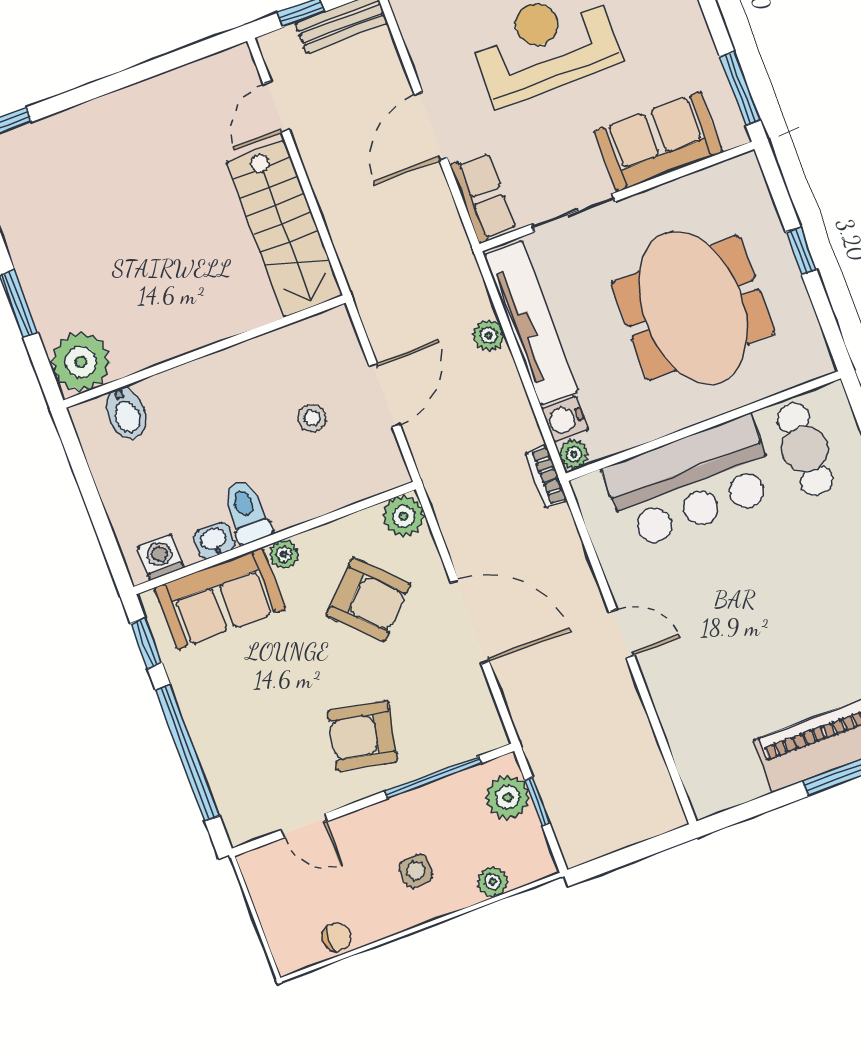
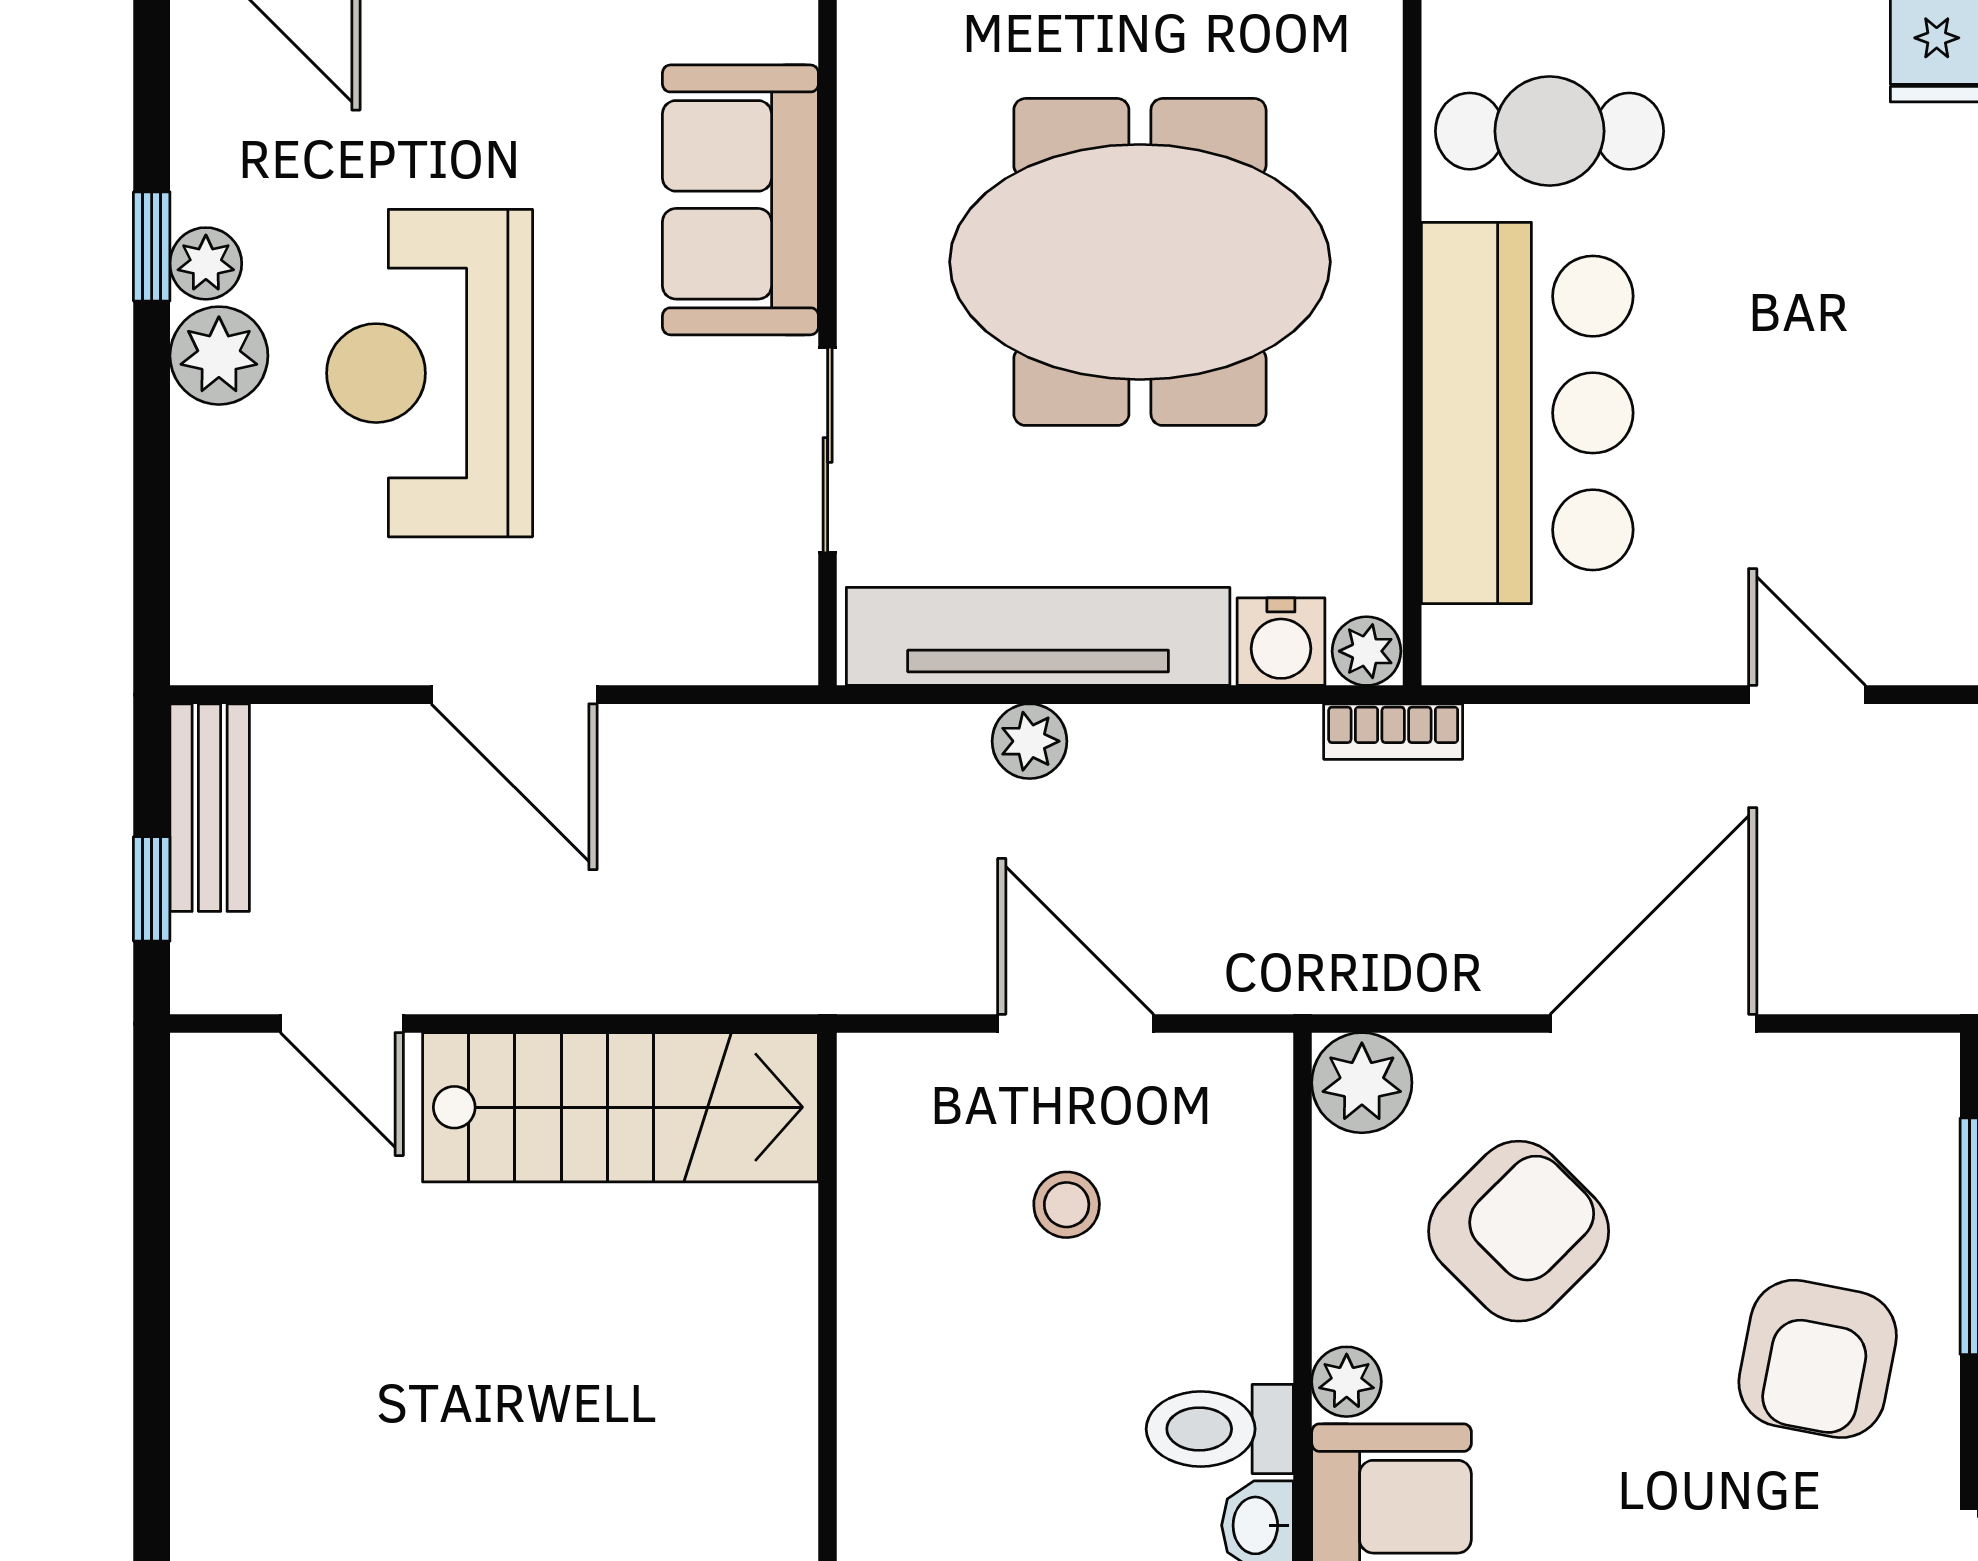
row of seats: (483, 197) -> (717, 637), removed
door: (622, 634) -> (1807, 695), hinge flipped

